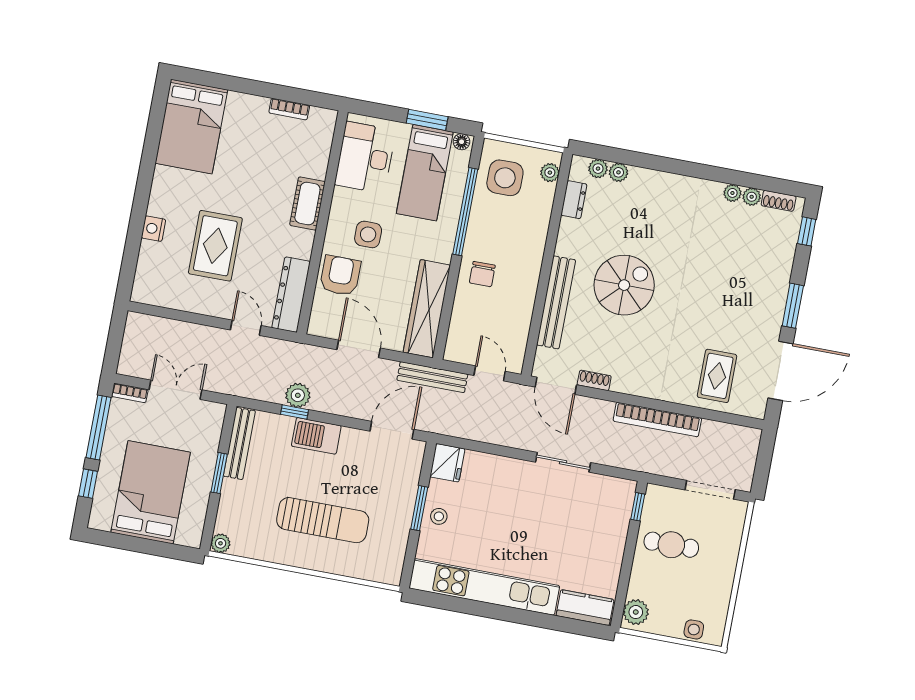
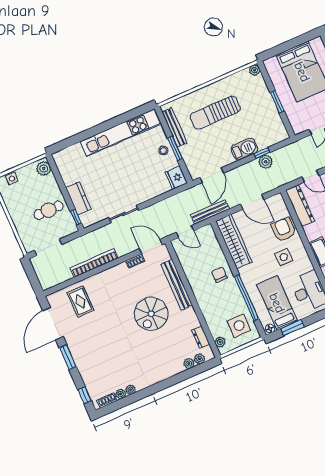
armchair: (340, 276) -> (284, 230), turned 180
bench: (239, 443) -> (175, 127), moved
kitchen counter: (585, 608) -> (78, 198), moved, turned -90

